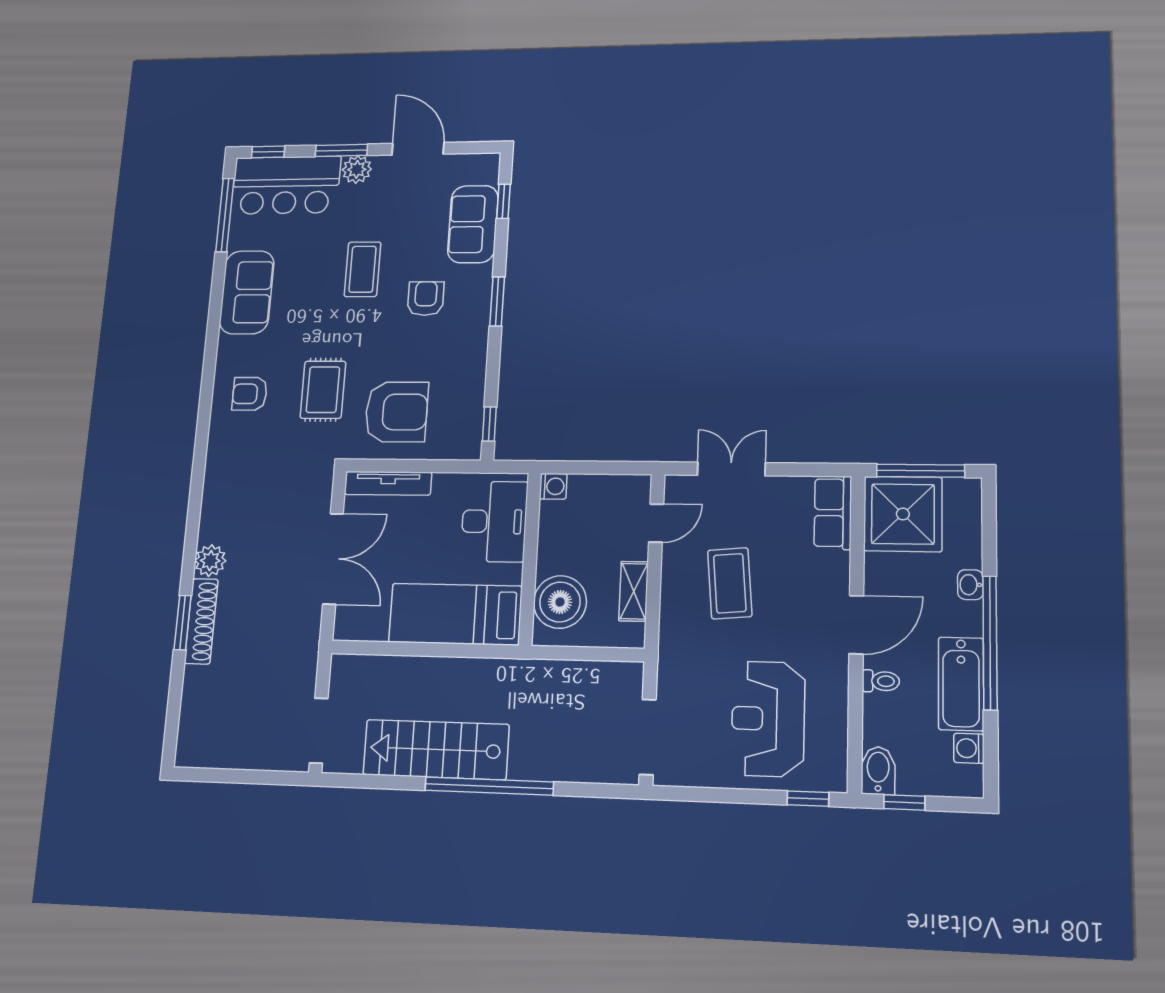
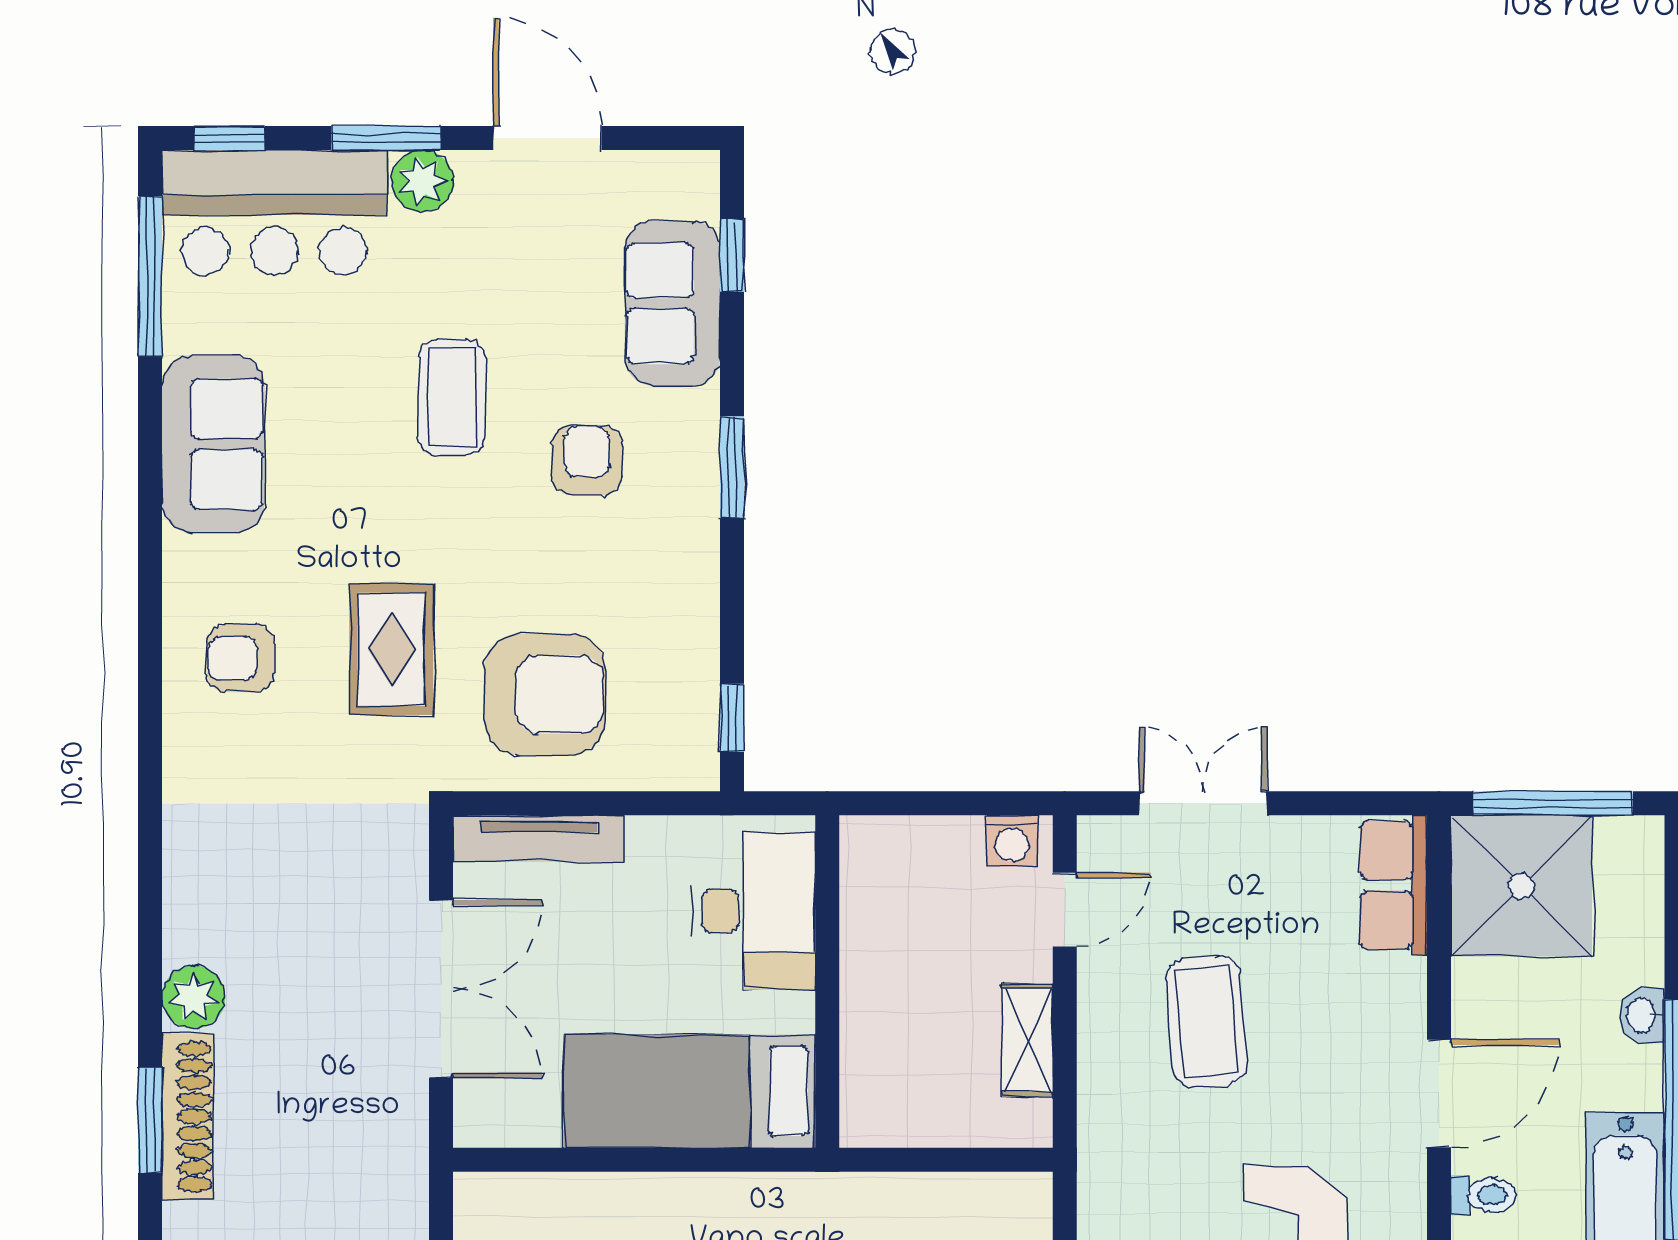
washing machine: (553, 486) -> (1012, 841), moved, turned 90
boiler: (560, 602) -> (889, 1064), removed

